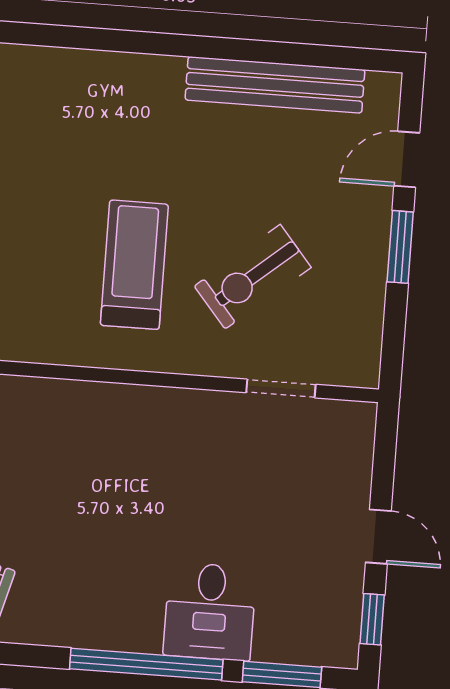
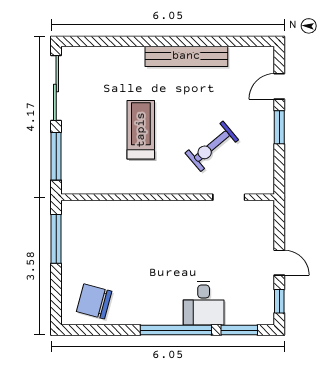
bench: (275, 85) -> (186, 56), moved
treadmill: (134, 265) -> (141, 130), moved

